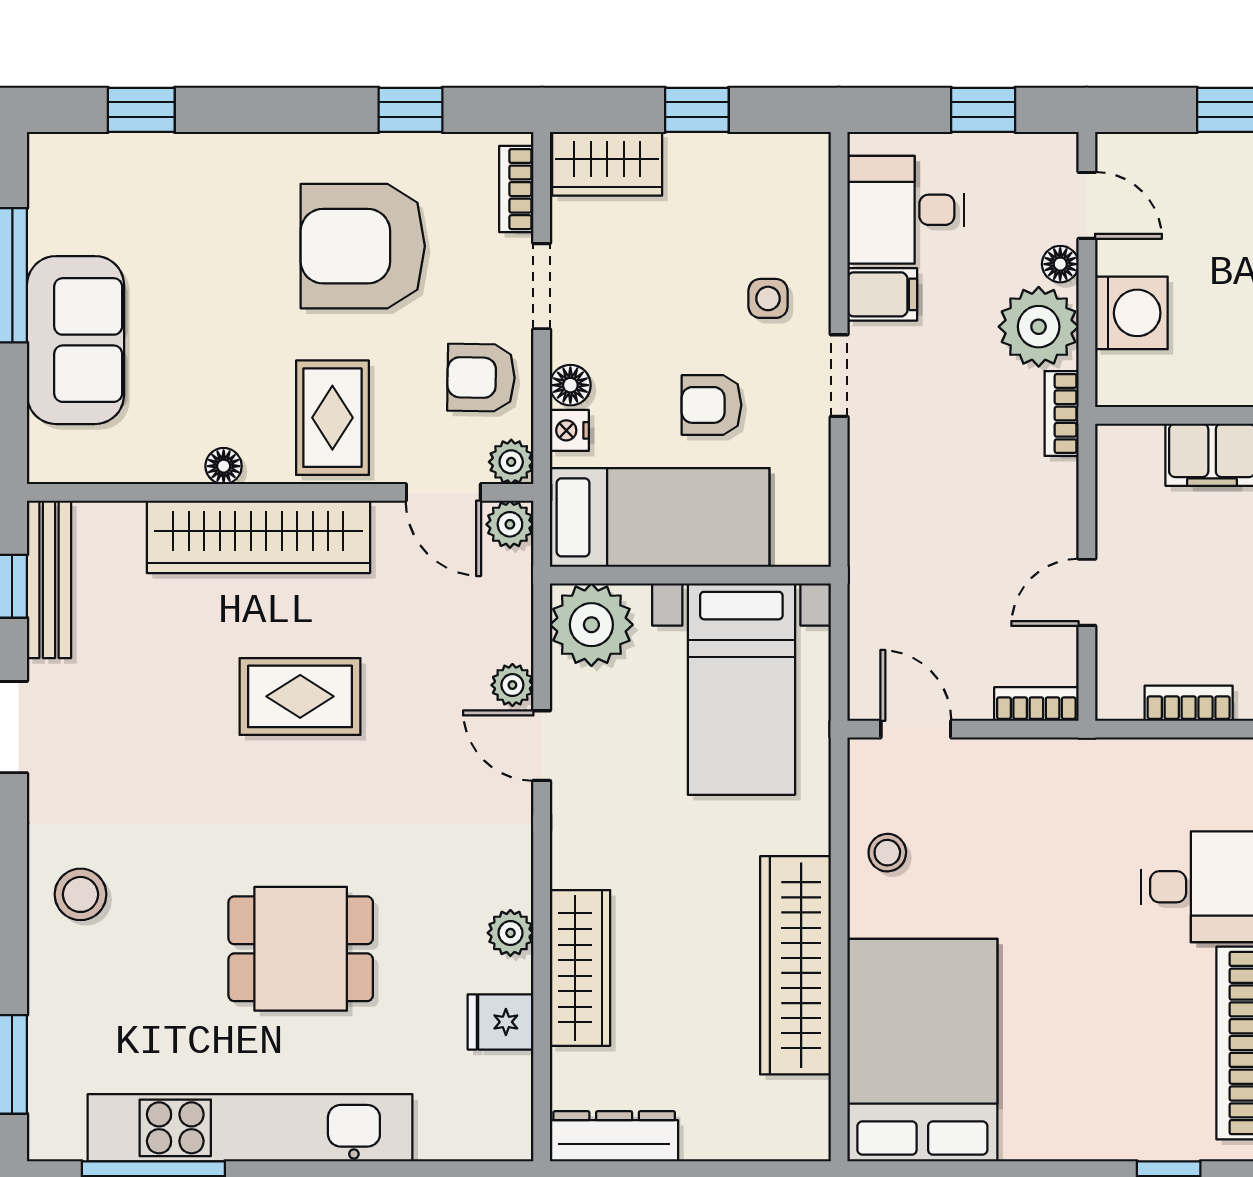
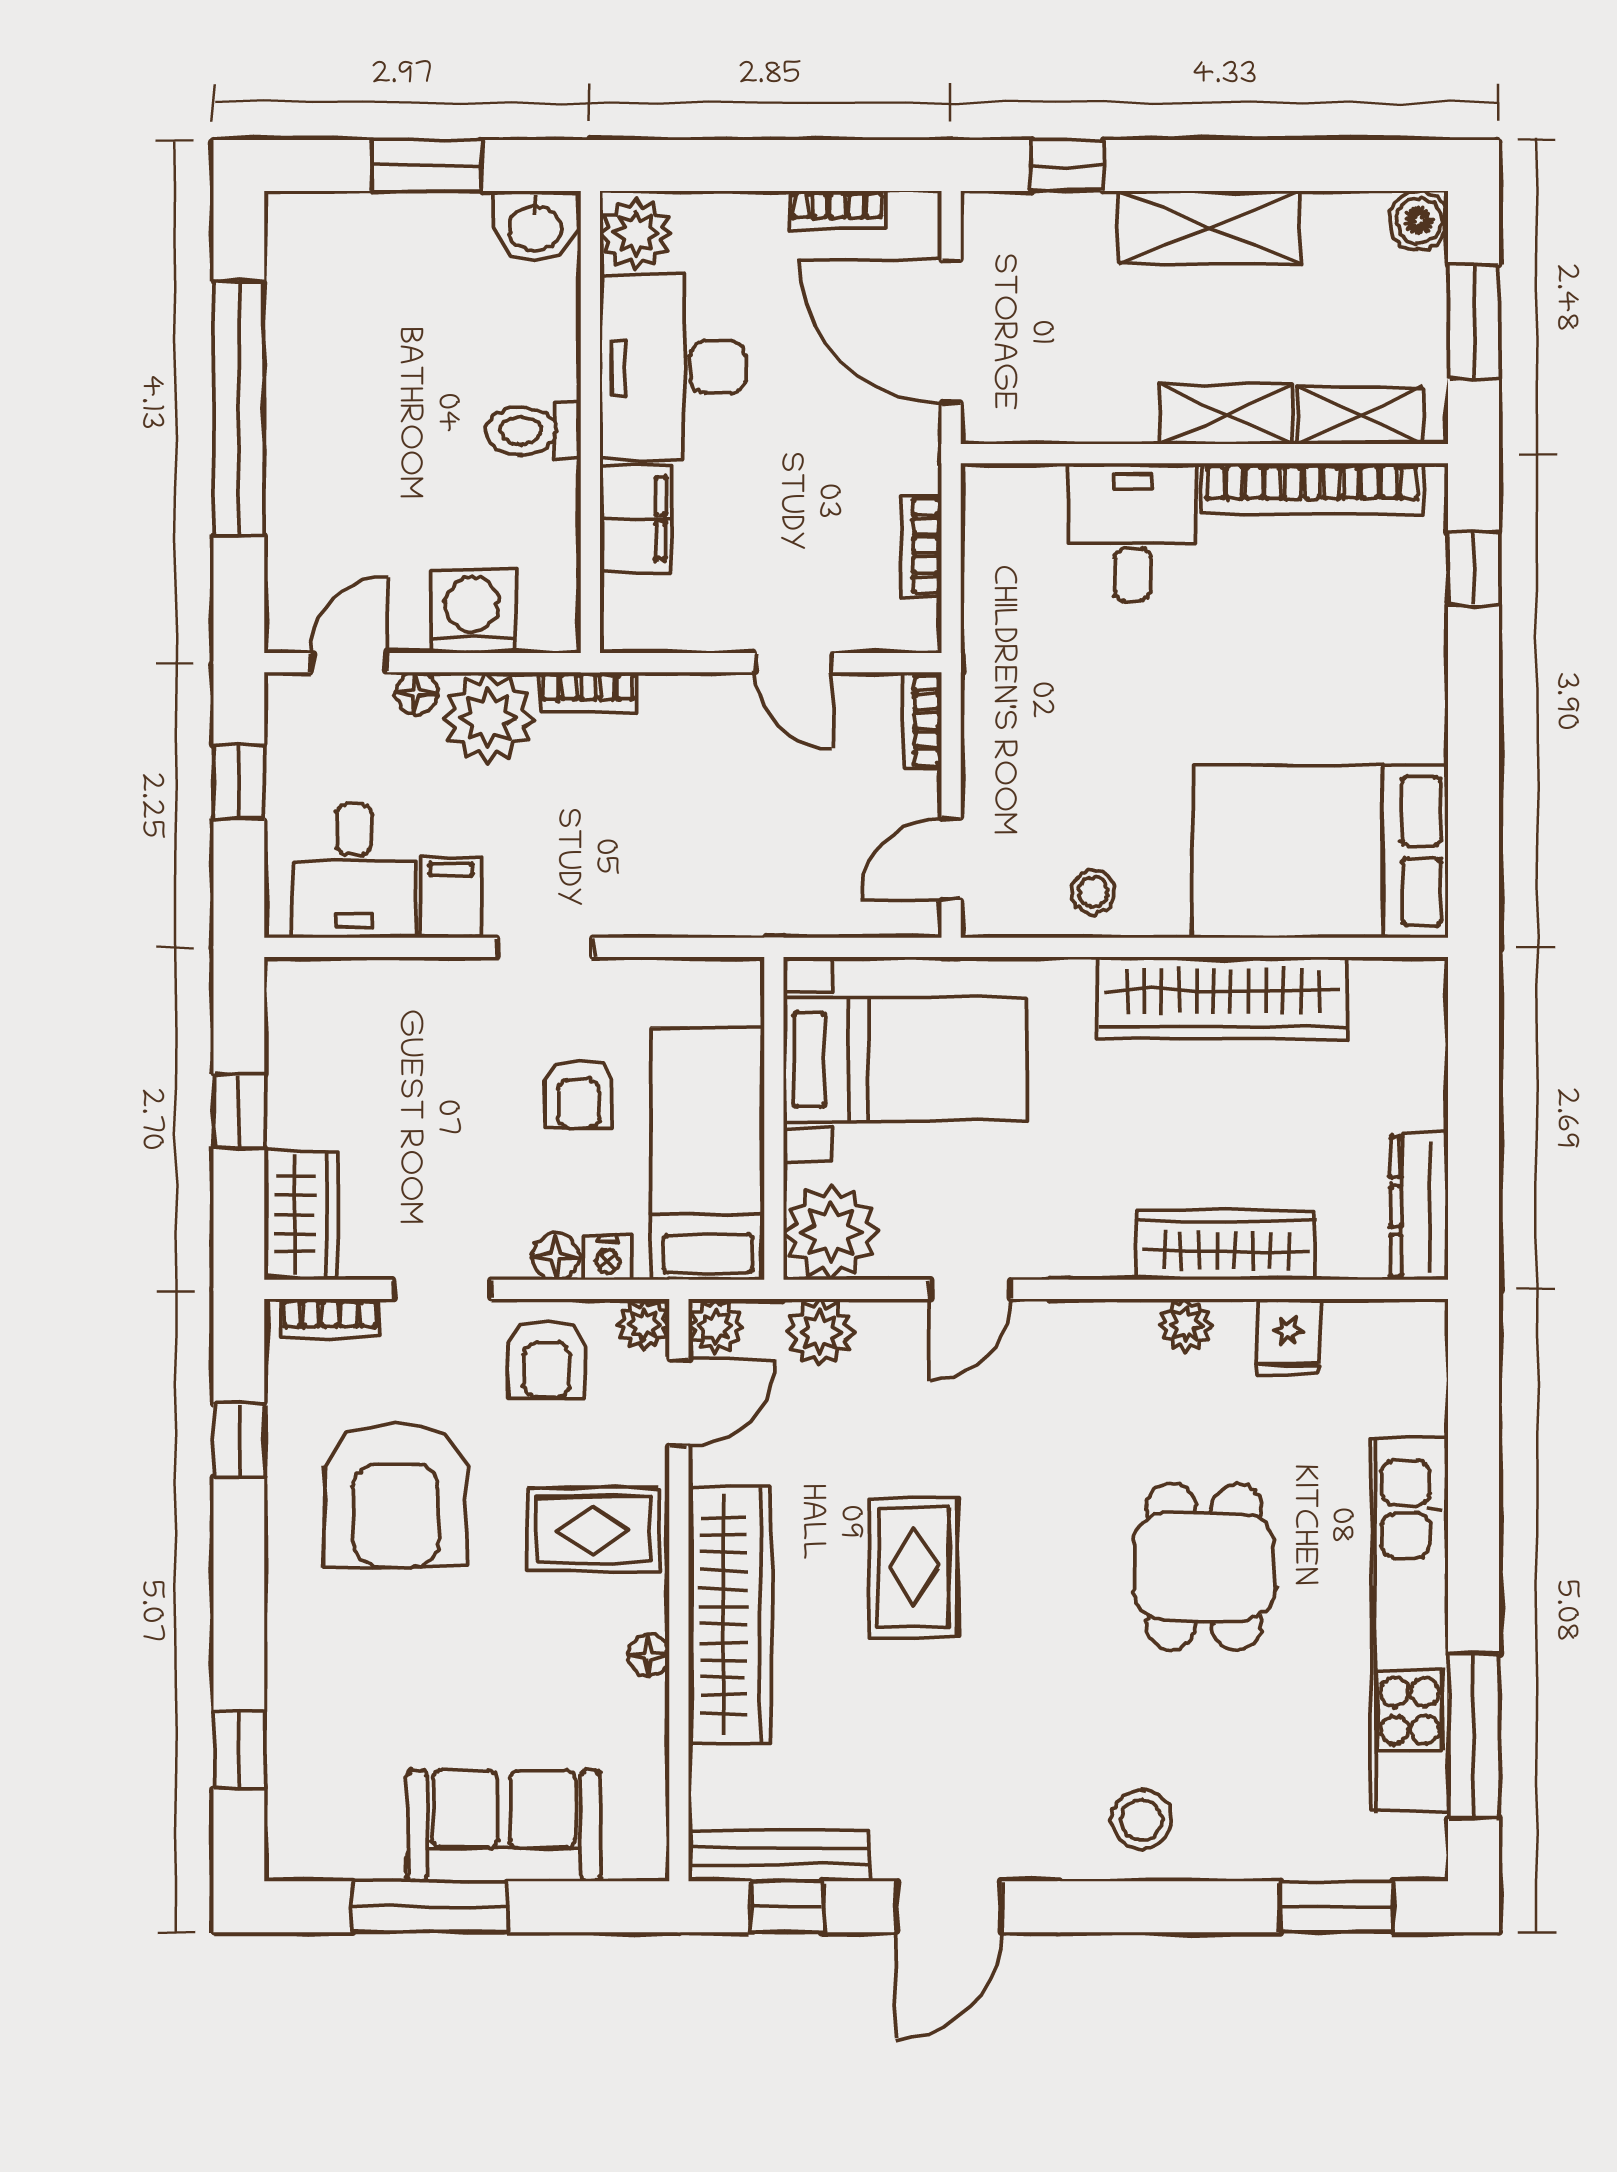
side table: (768, 298) -> (456, 1029), removed
plant: (512, 685) -> (820, 1332), moved, width x1.38, depth x1.38

